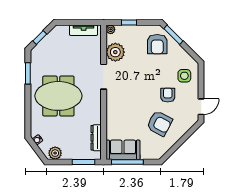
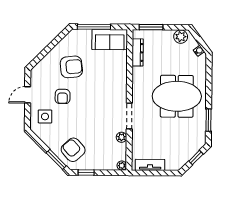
window: (129, 22) -> (86, 173), moved
armchair: (157, 44) -> (73, 150), turned -42
plant: (115, 52) -> (122, 137), width x0.53, depth x0.53
door: (201, 107) -> (28, 95), moved
armchair: (159, 123) -> (71, 67), turned 146
window: (127, 162) -> (94, 27), moved

